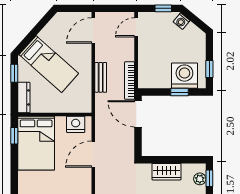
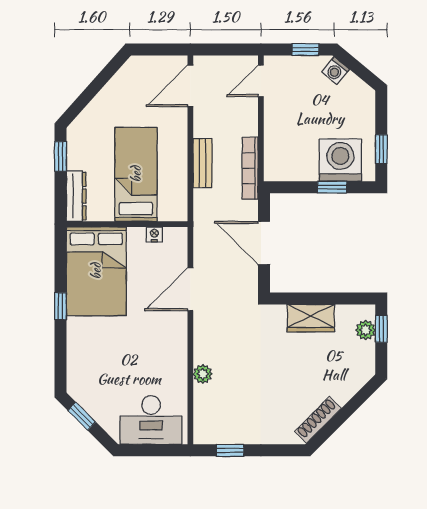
bed: (49, 64) -> (136, 174), moved, turned -132
door: (138, 114) -> (264, 243), moved
nightstand: (76, 124) -> (154, 234), width x0.53, depth x0.56
window: (14, 136) -> (60, 306), moved

